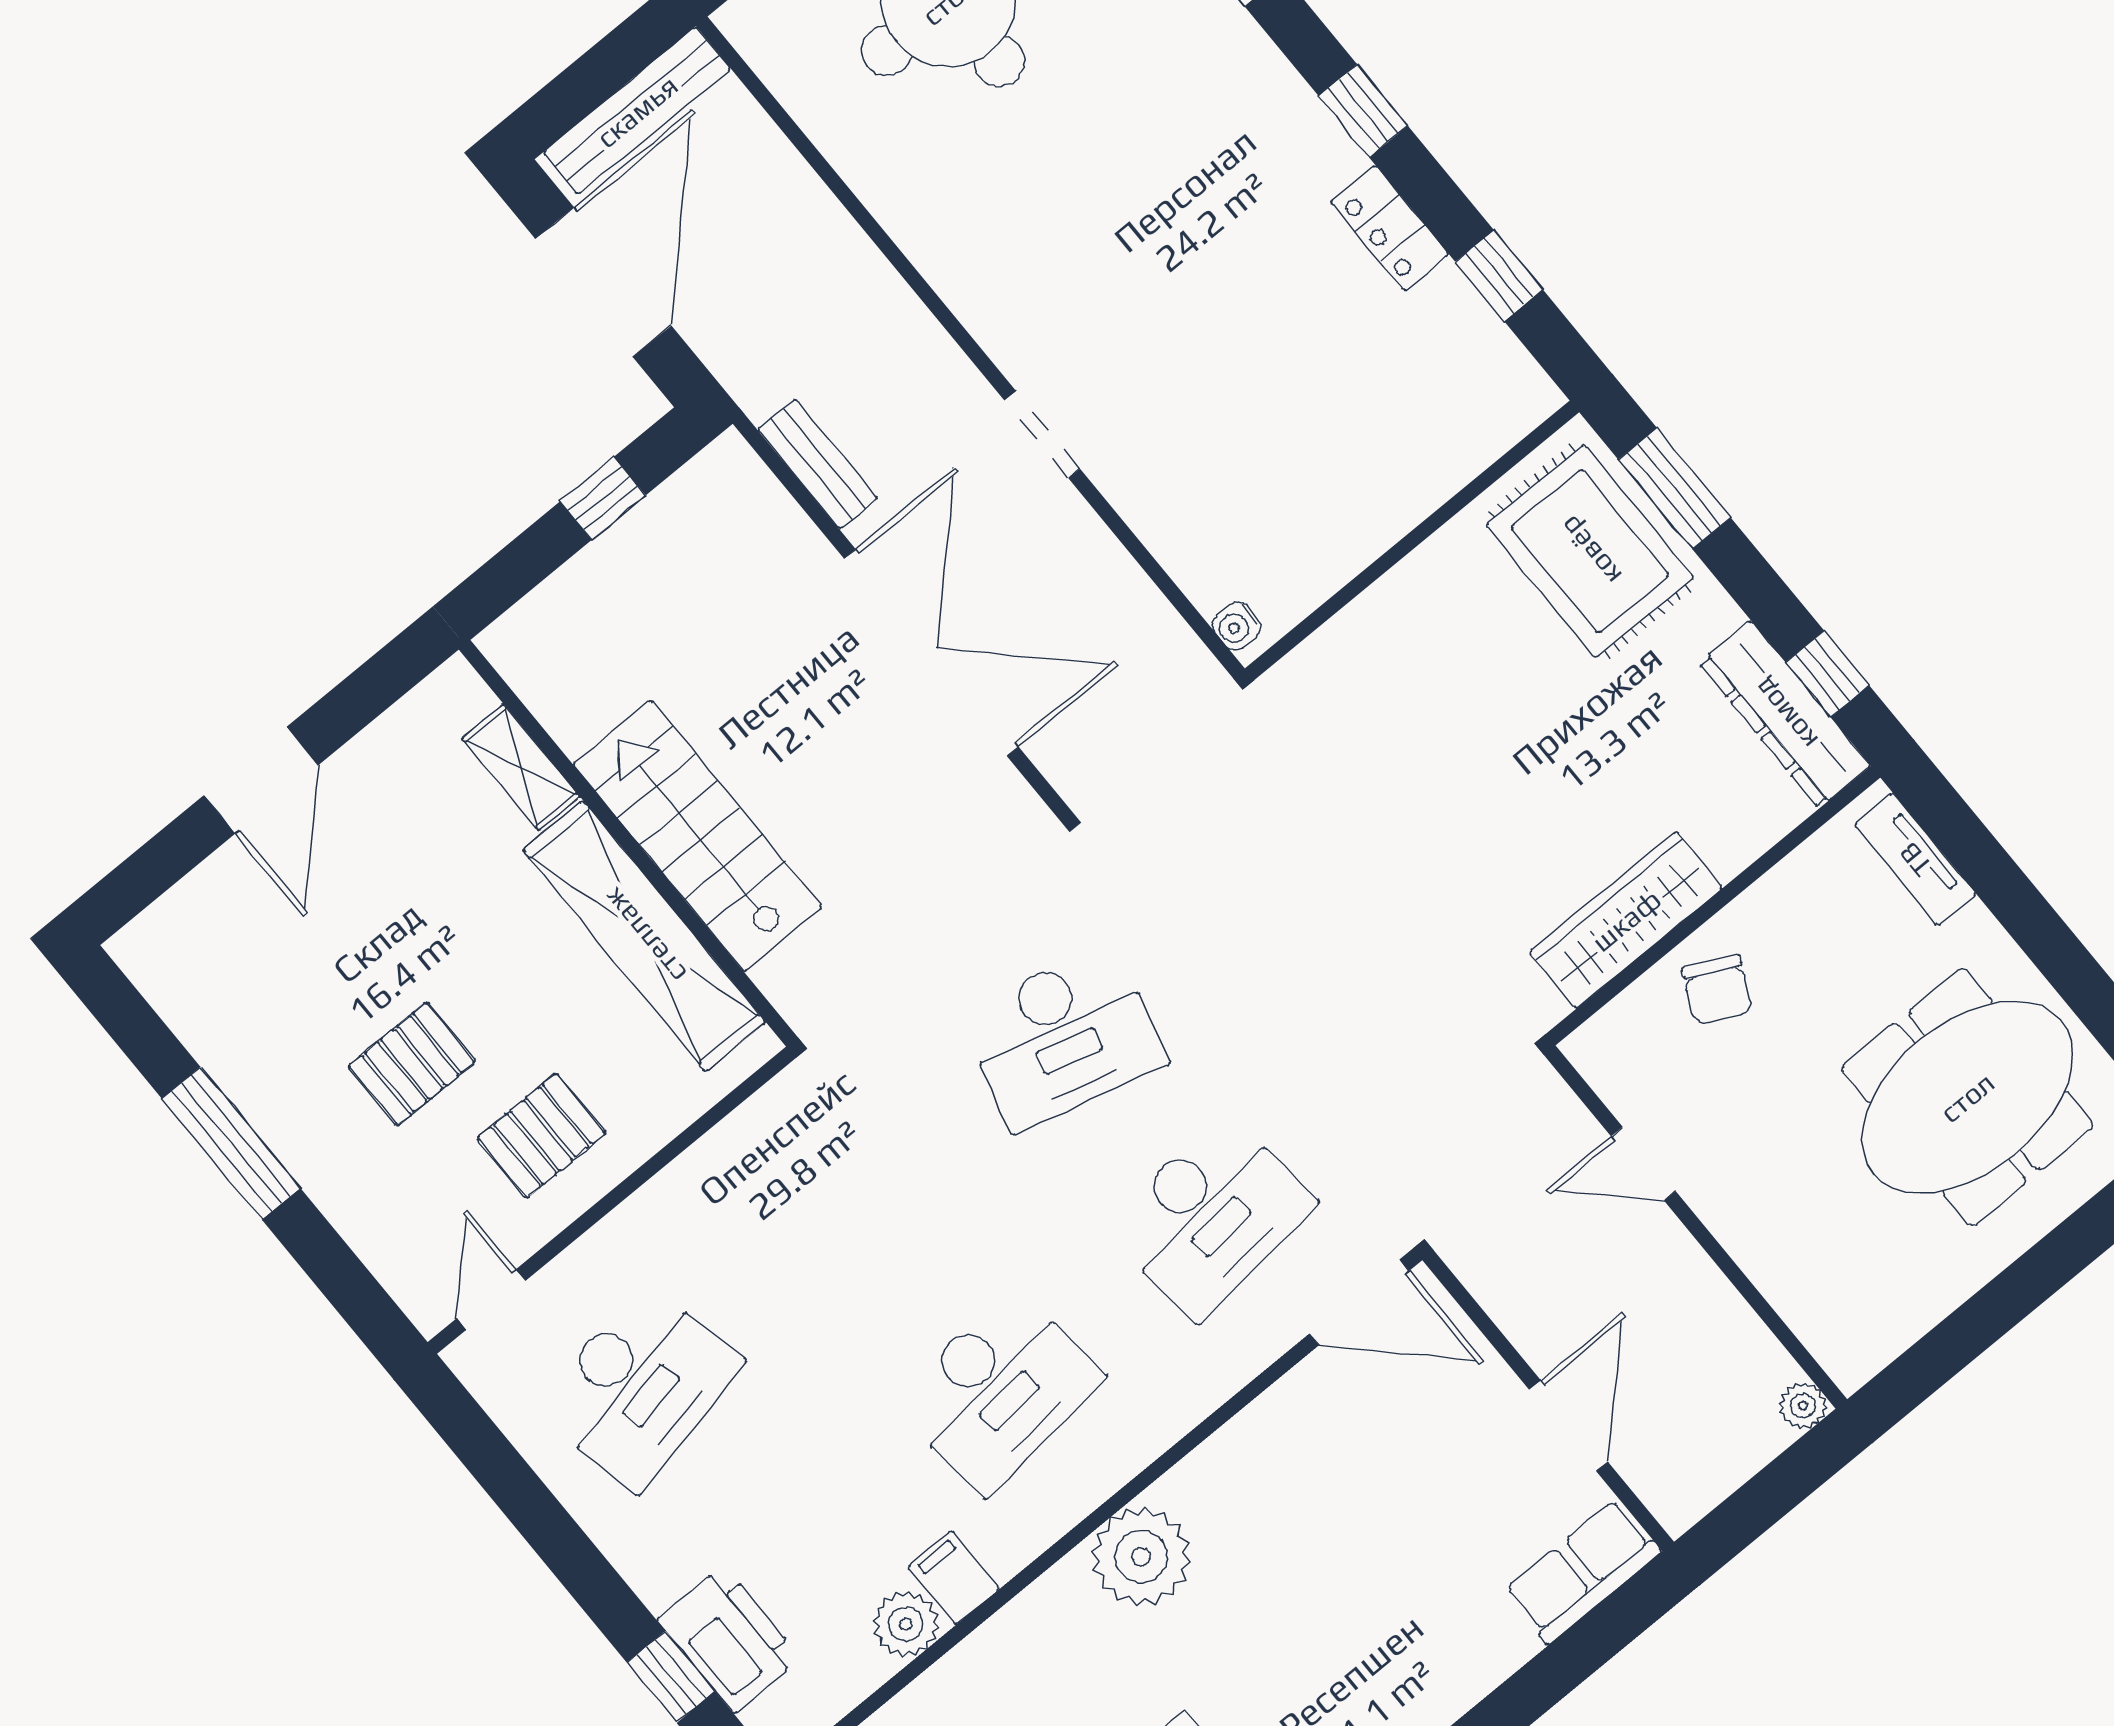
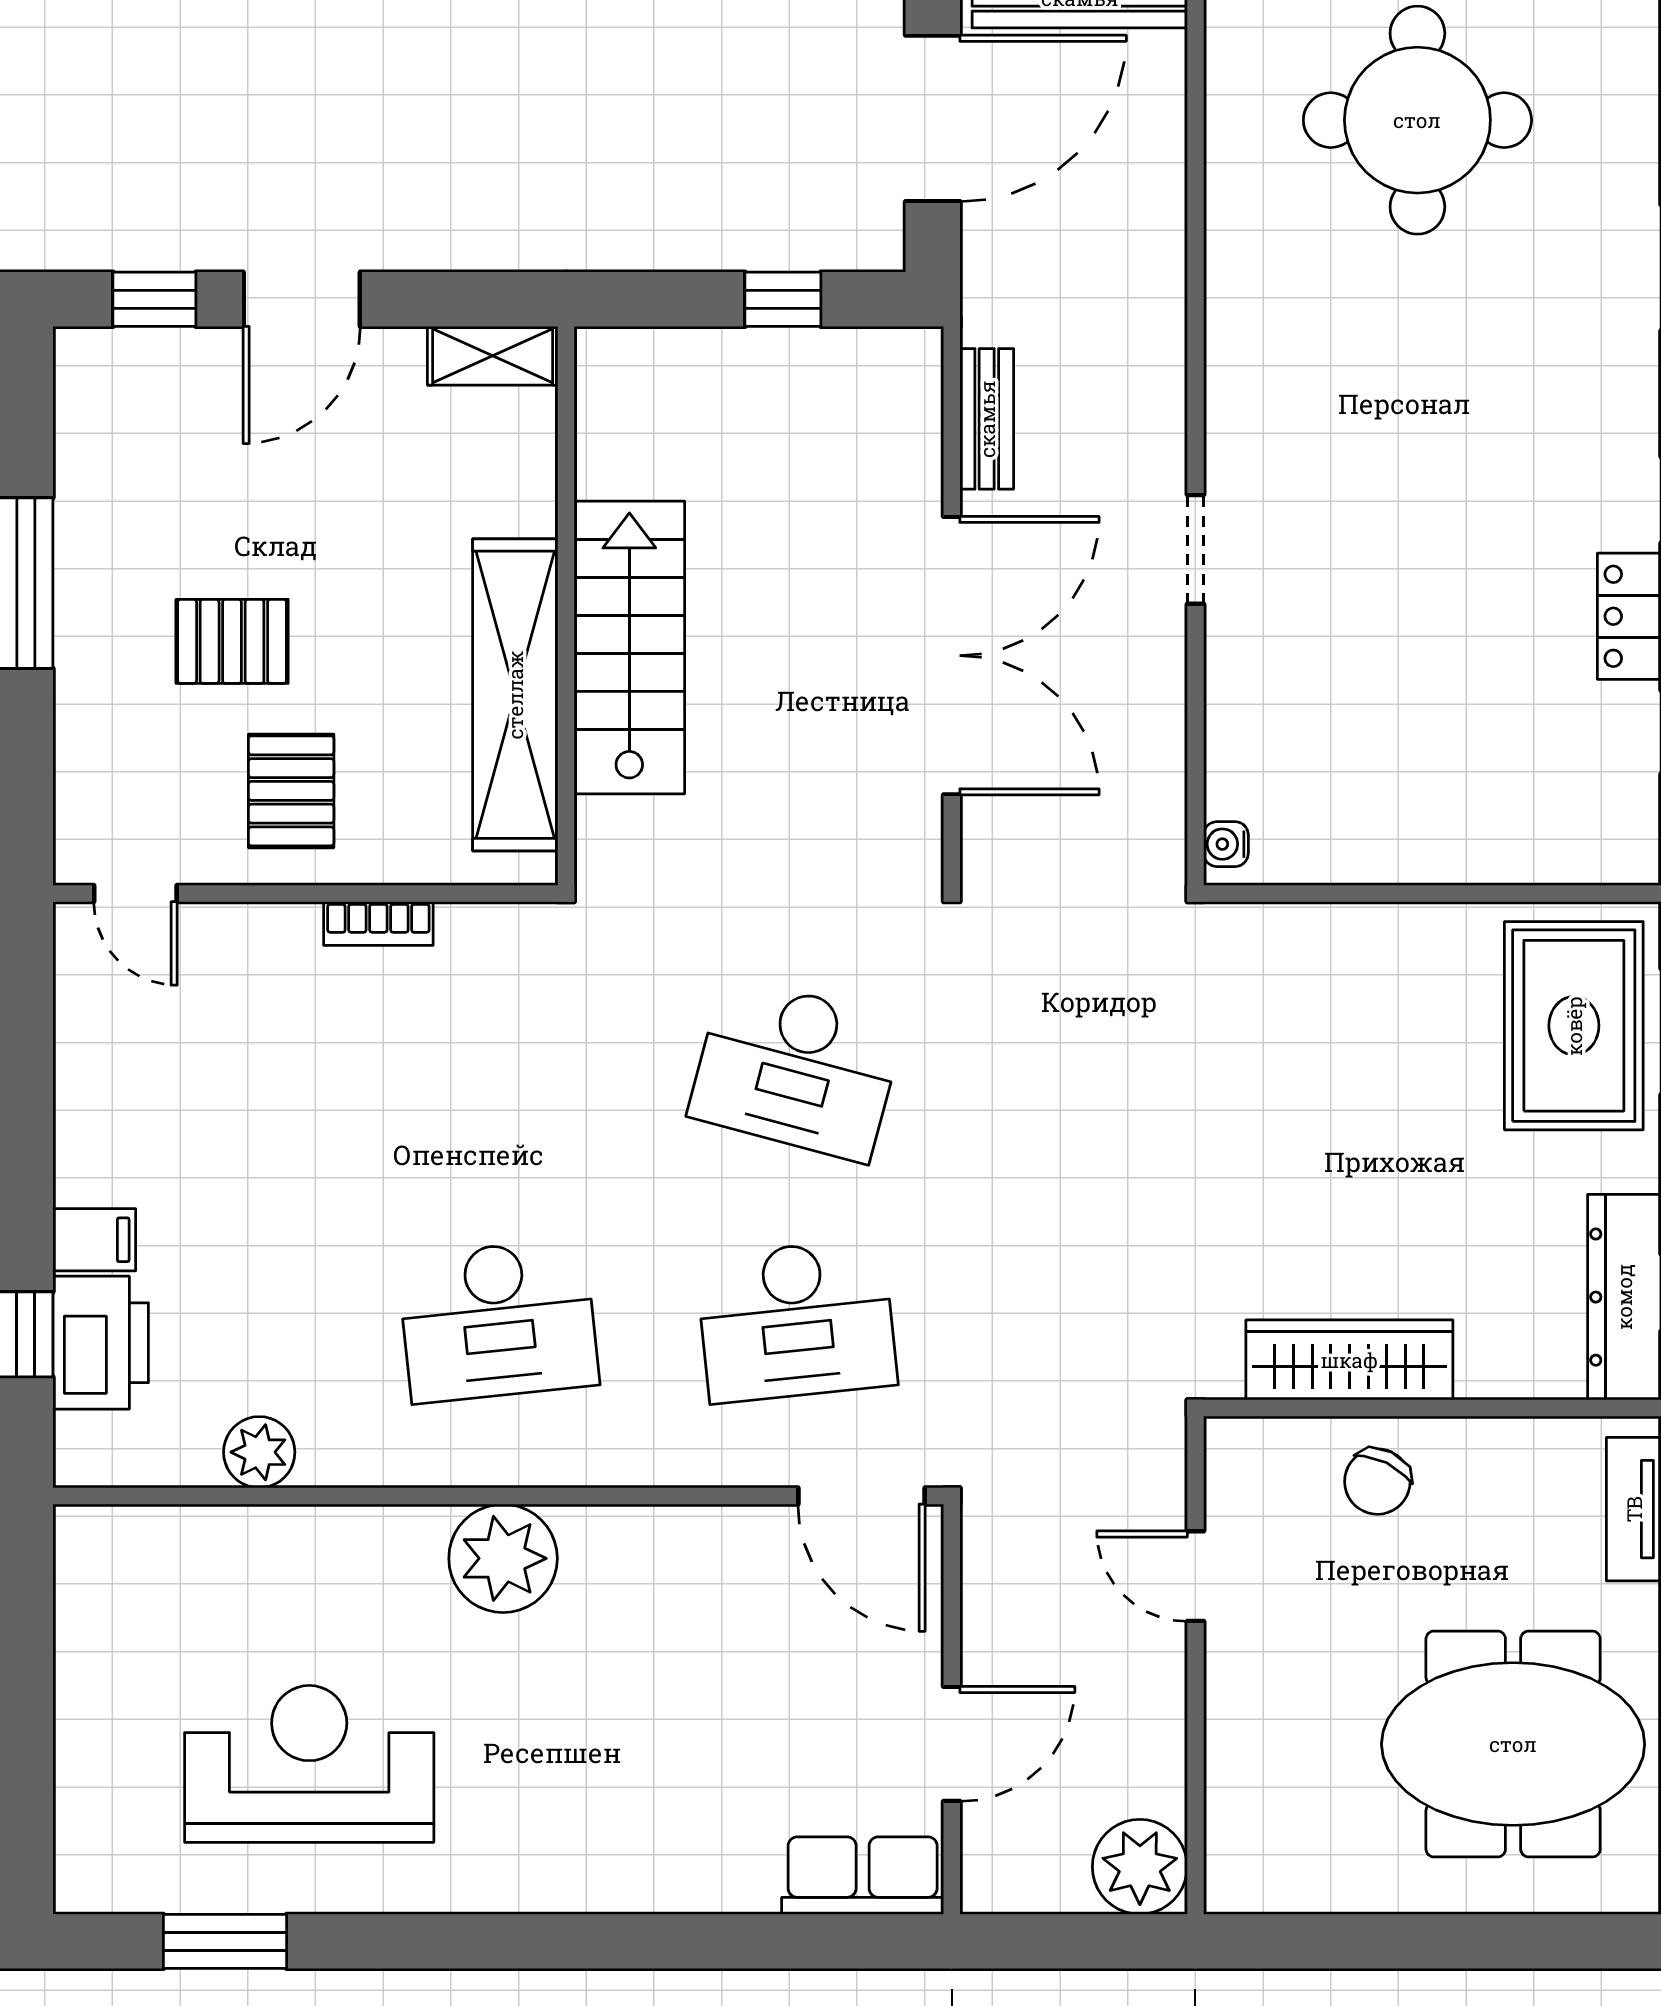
shelving: (521, 767) -> (493, 356), moved, turned 90
window: (156, 866) -> (154, 299), added
pallet: (541, 1136) -> (291, 791), turned 90
bookcase: (681, 1179) -> (378, 924), added
door: (491, 1300) -> (135, 894), swing flipped
desk: (639, 1386) -> (200, 1069), removed
plant: (1803, 1406) -> (1140, 1867), width x1.88, depth x1.88
filing cabinet: (954, 1578) -> (94, 1240), moved, turned 90

